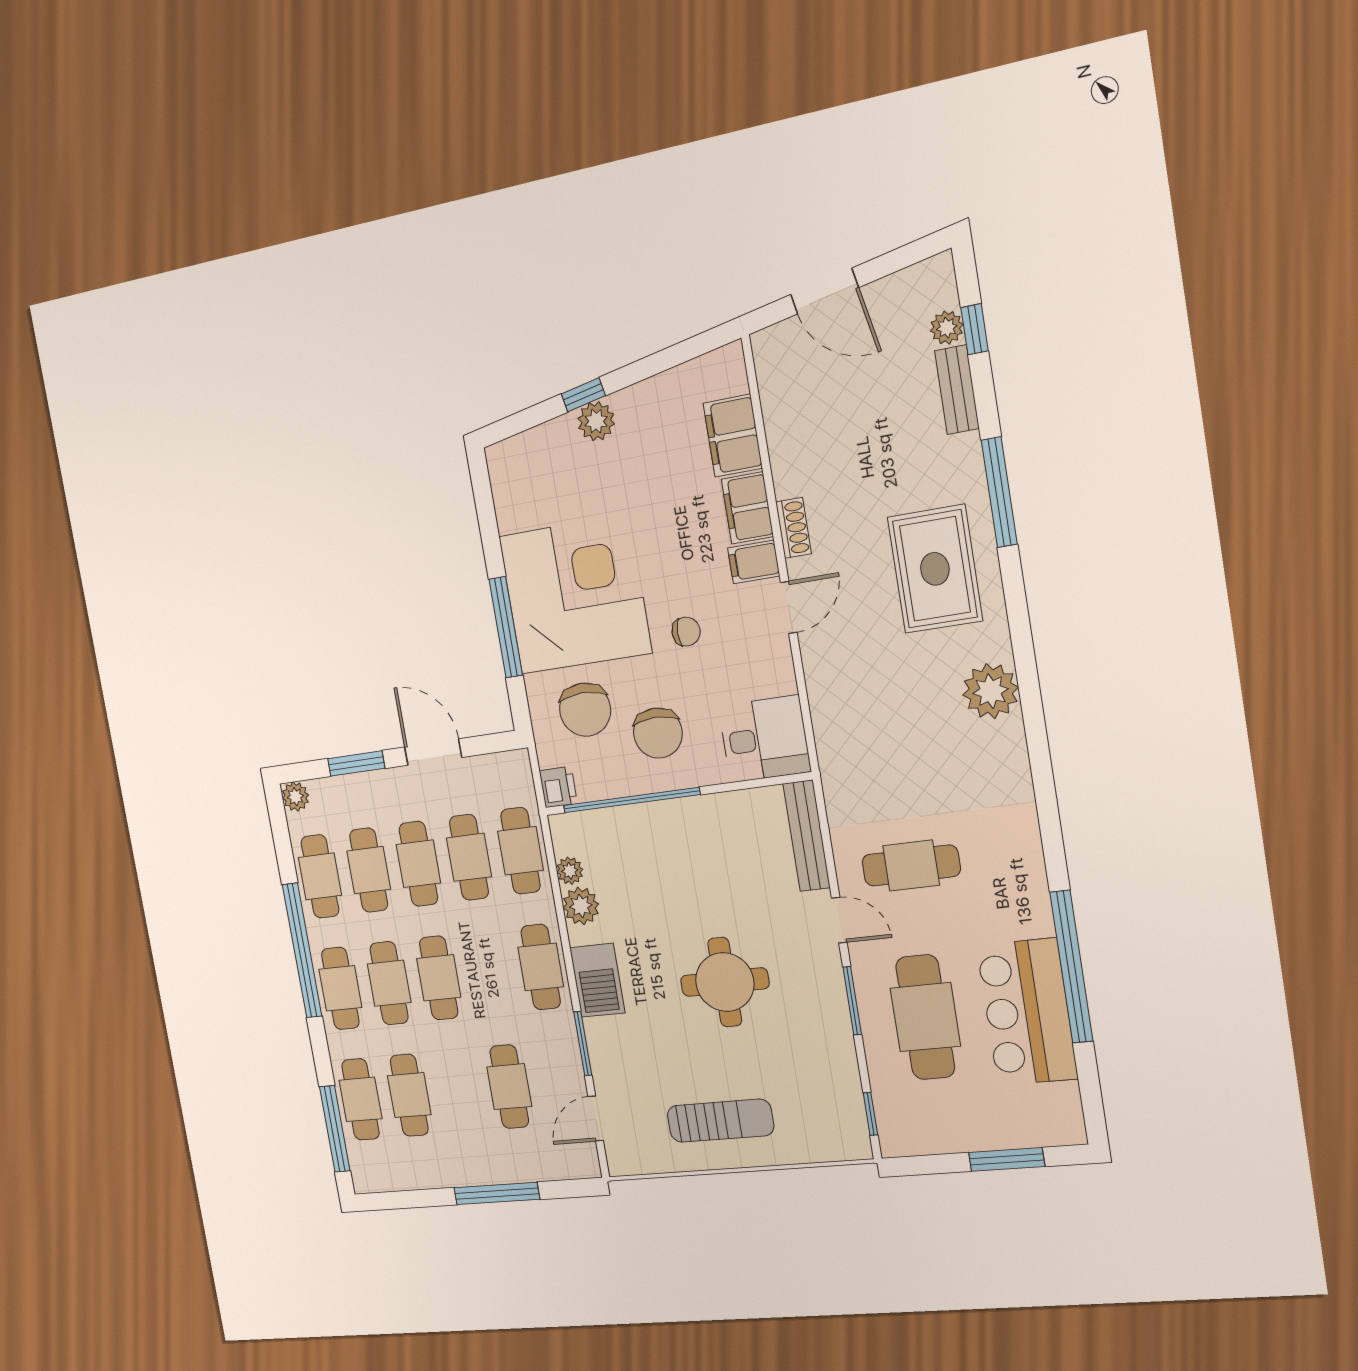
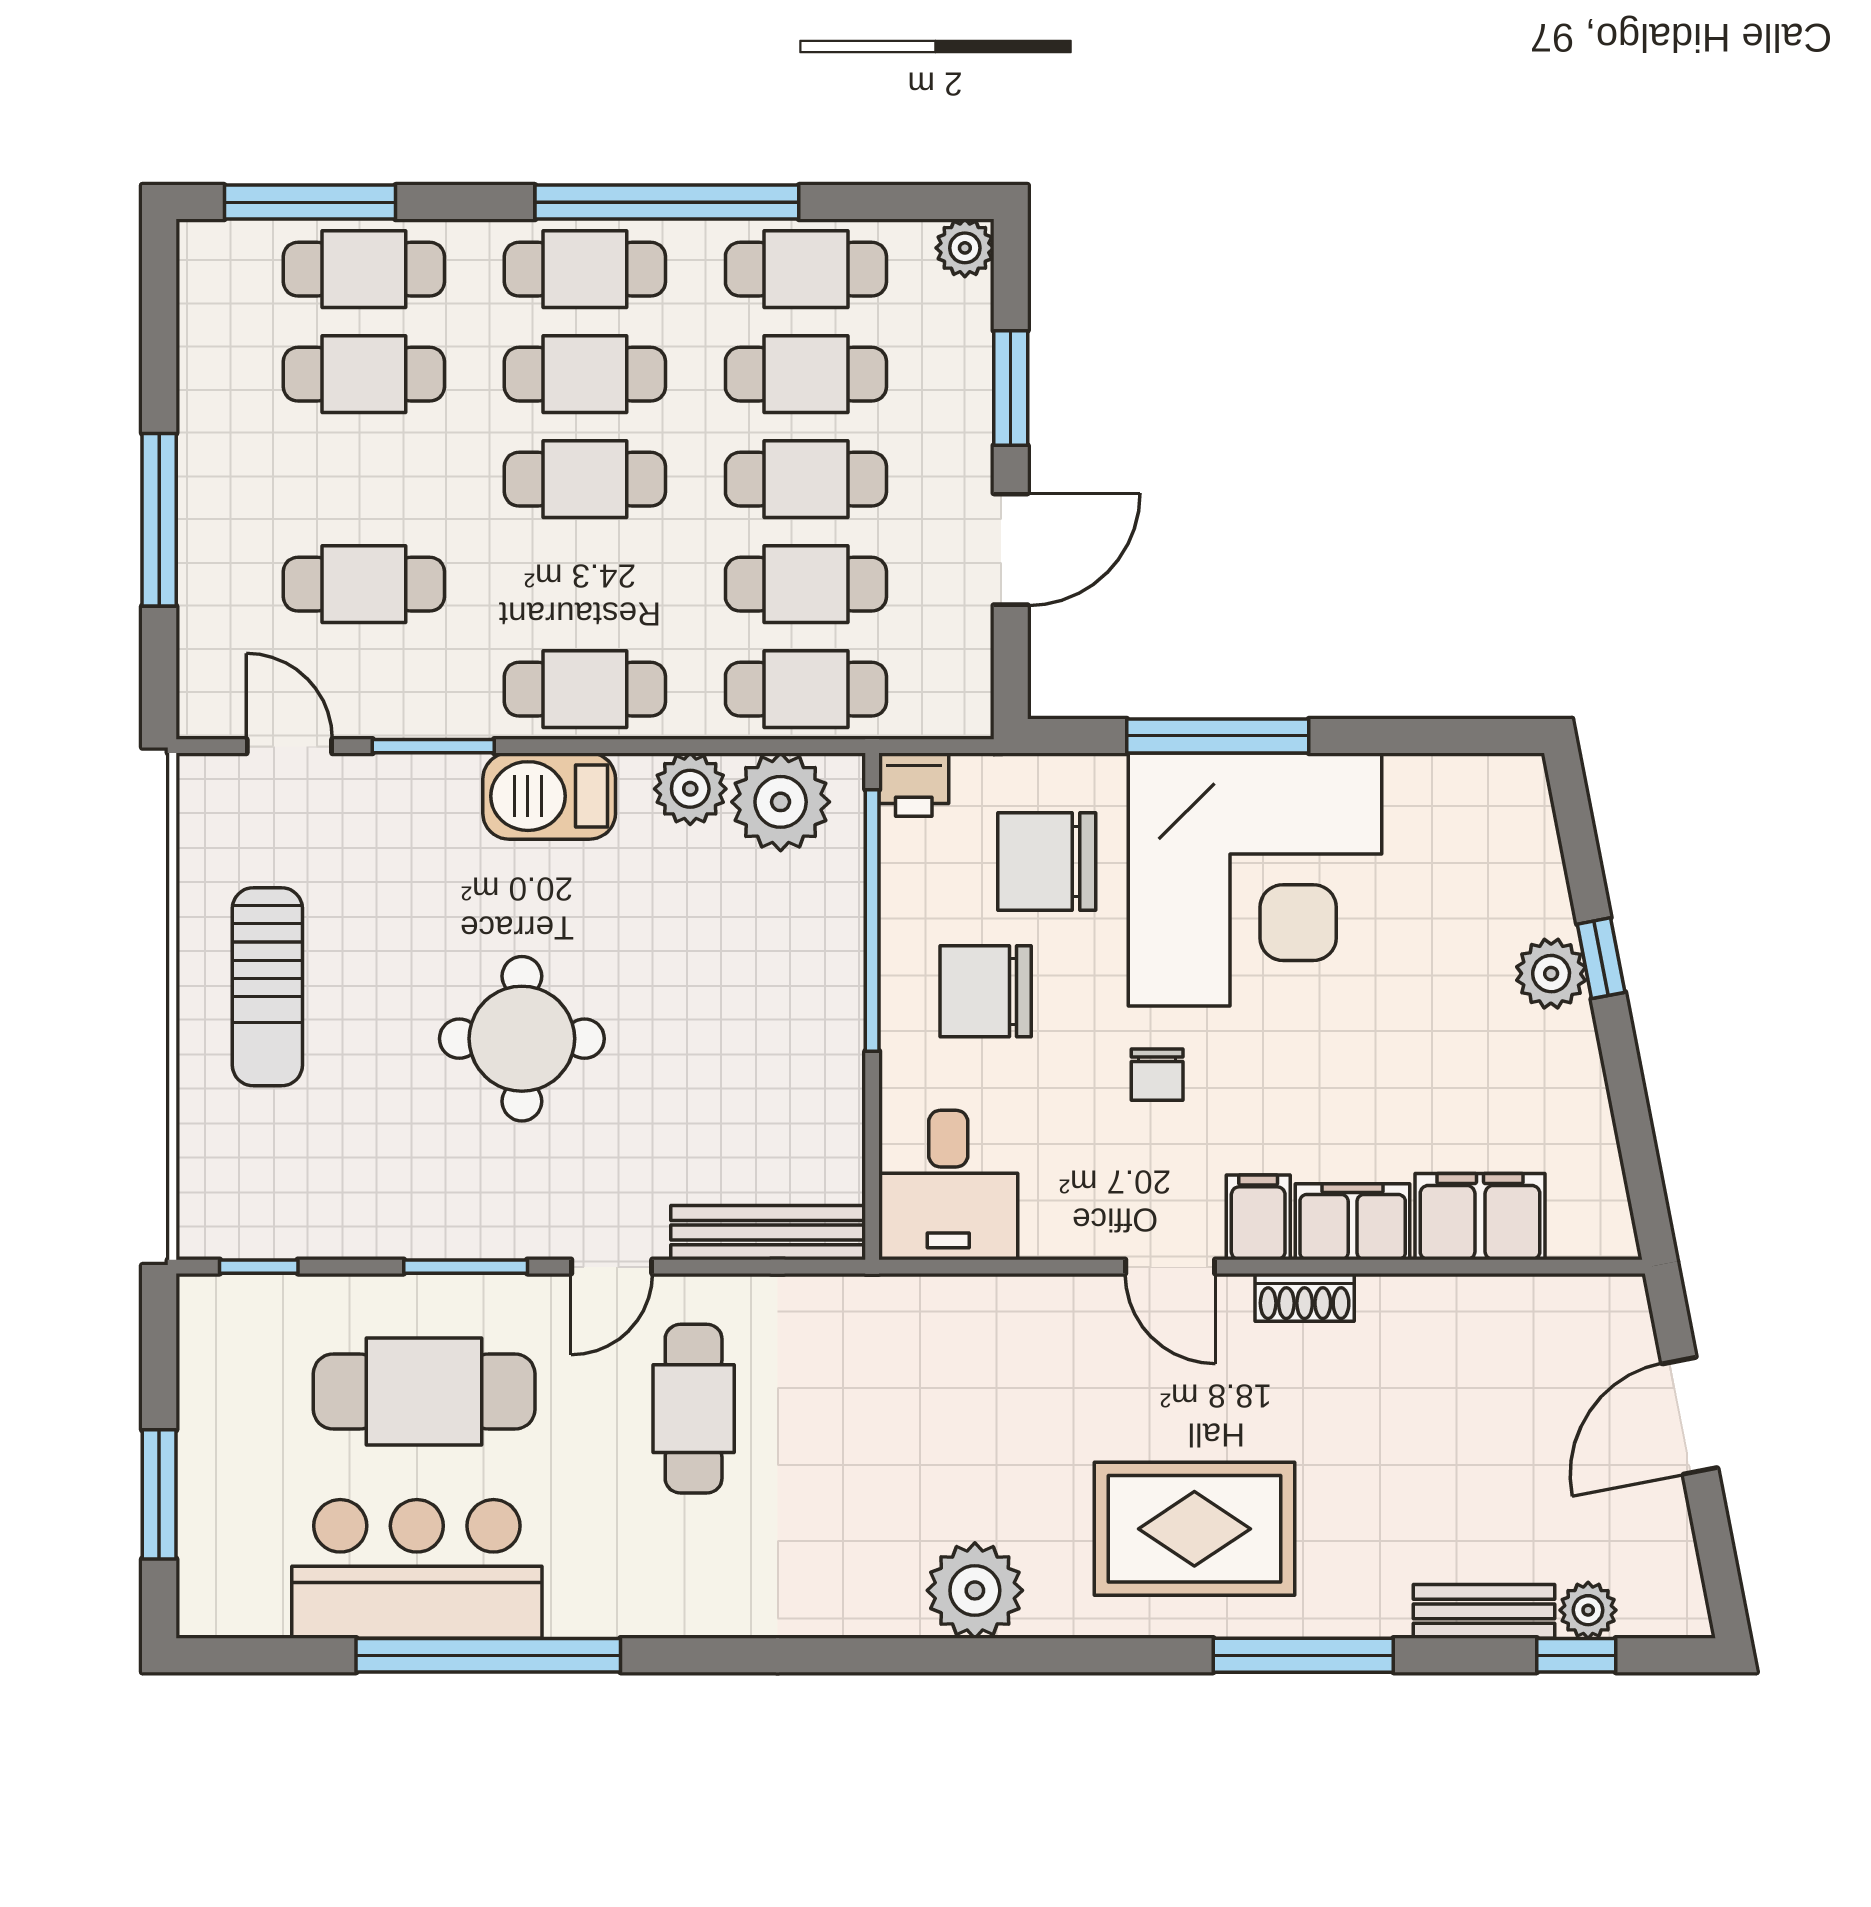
plant: (570, 871) -> (781, 802), width x1.88, depth x1.88

